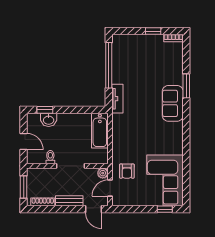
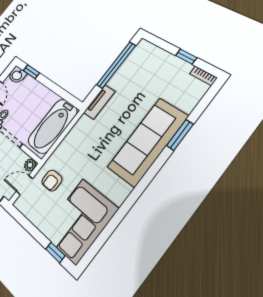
sofa: (173, 103) -> (148, 142), width x1.85, depth x1.27
washbasin: (49, 120) -> (17, 75), moved
bathtub: (100, 131) -> (53, 126), width x1.36, depth x1.36

